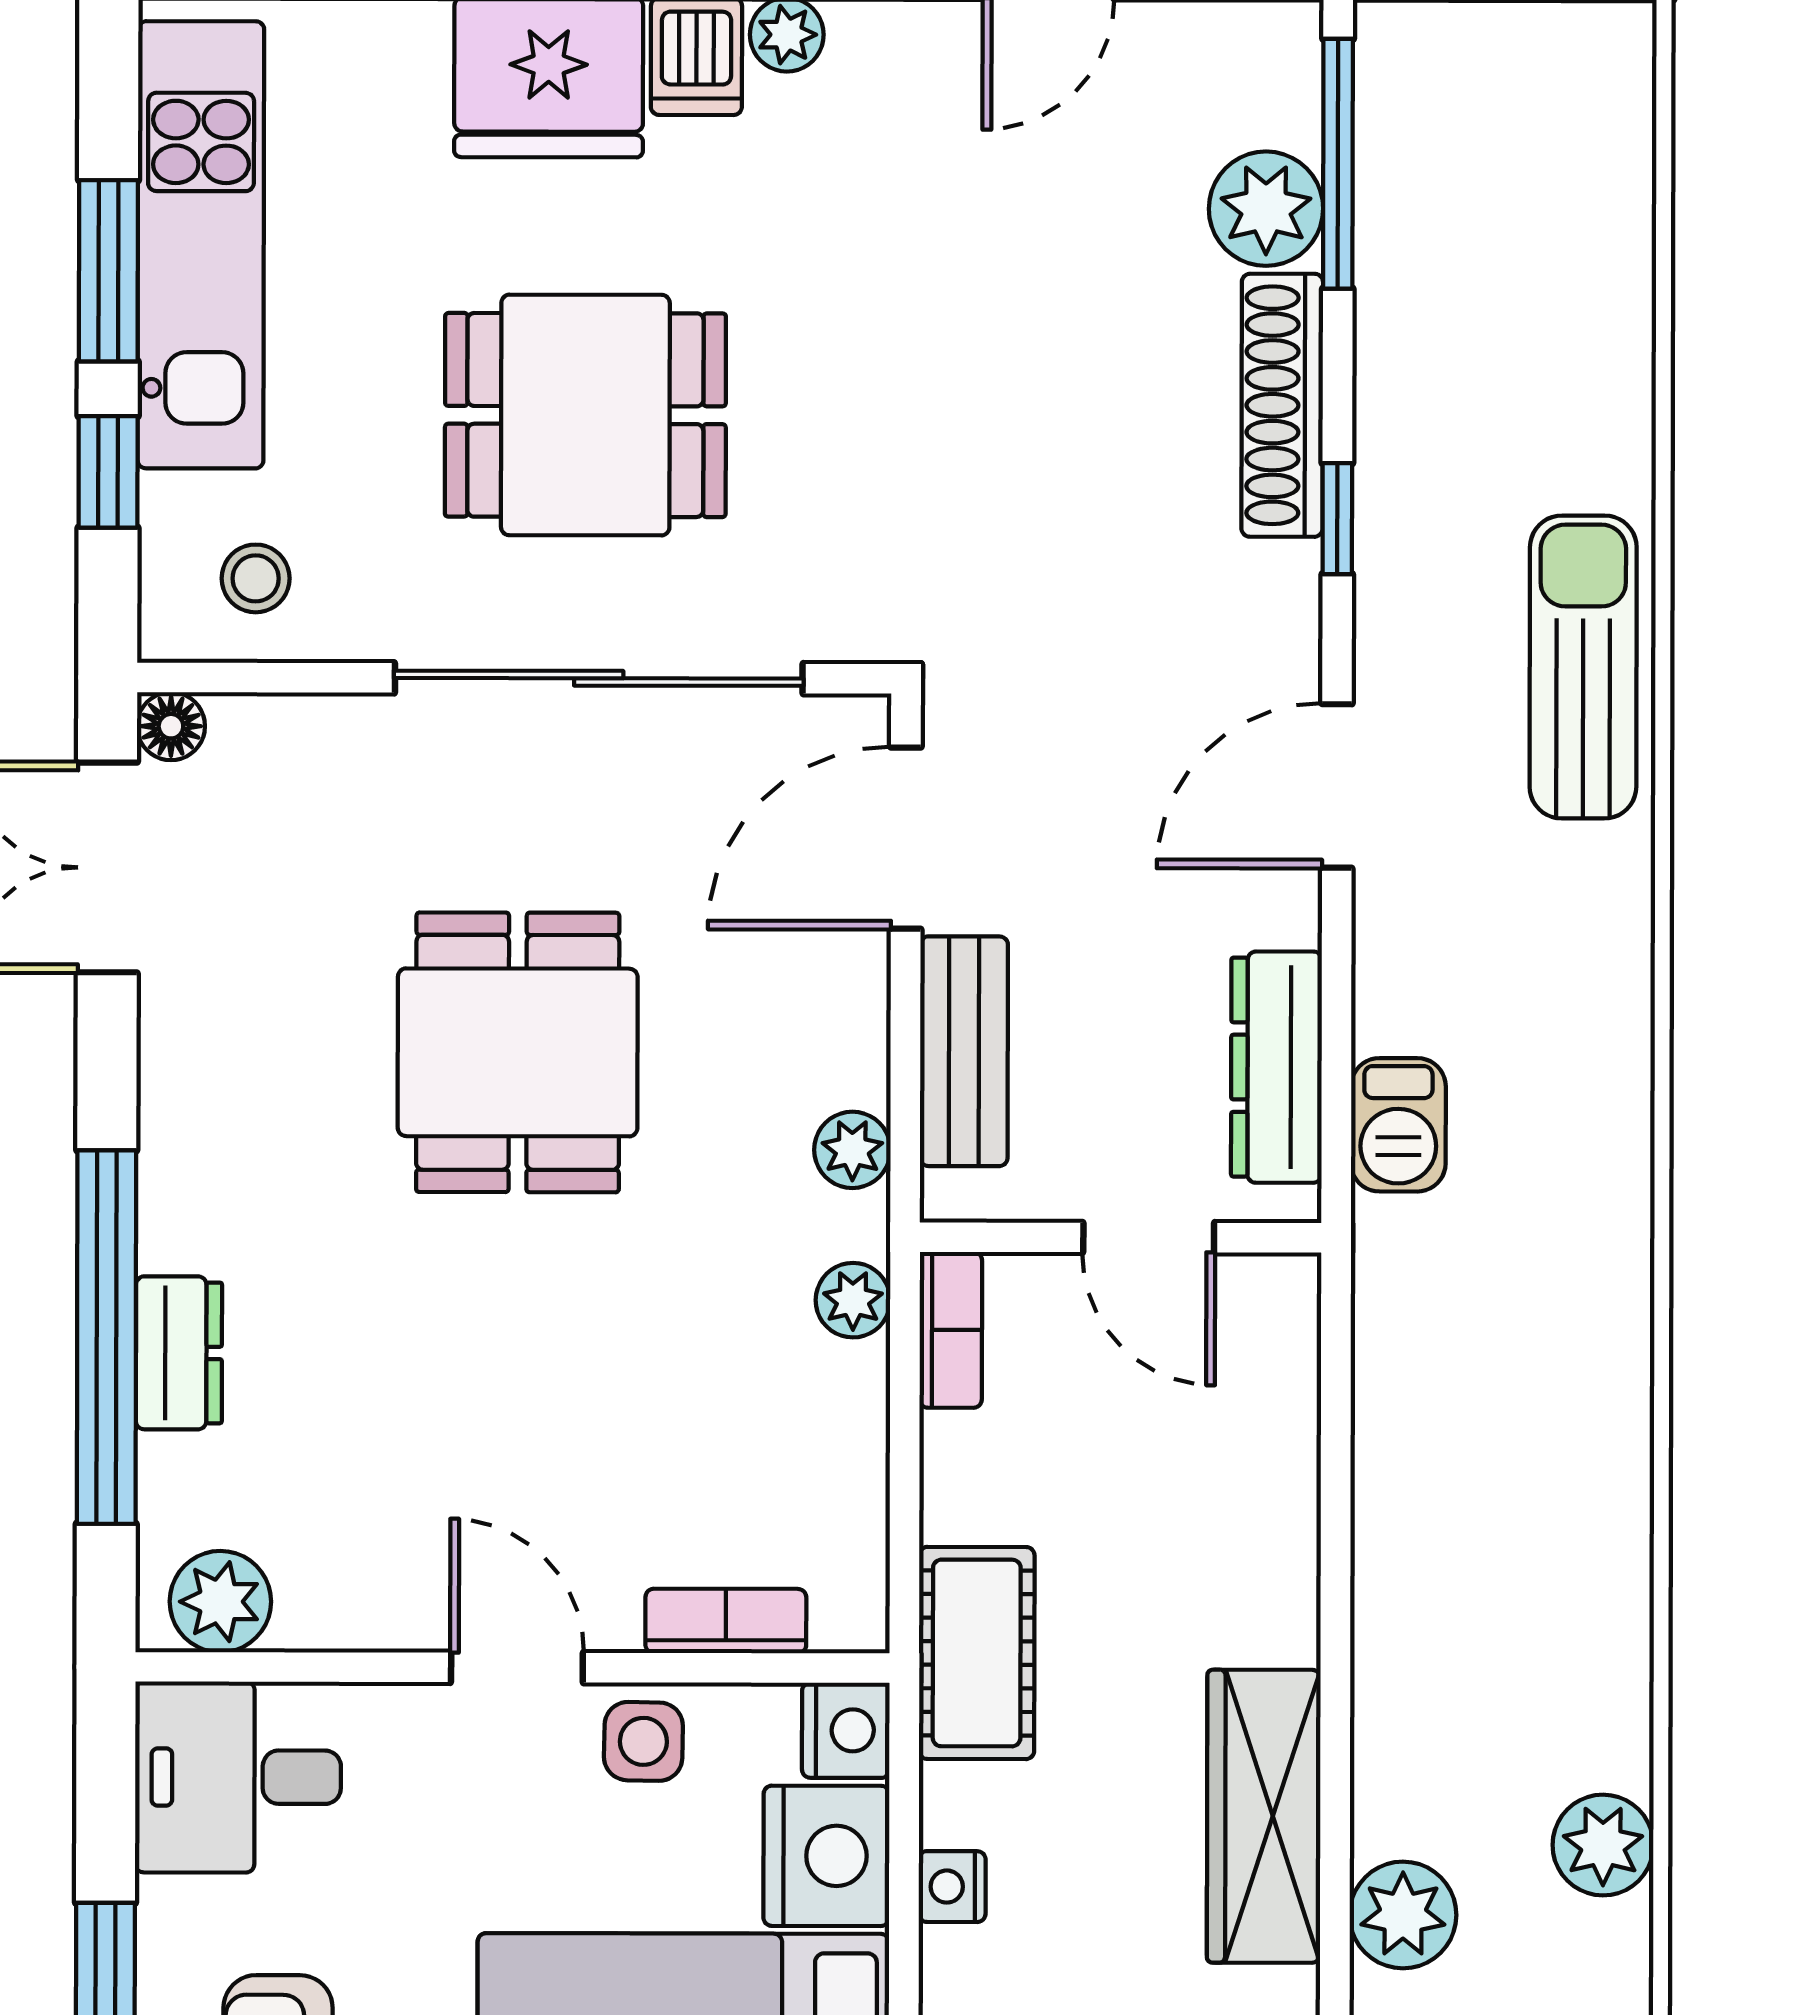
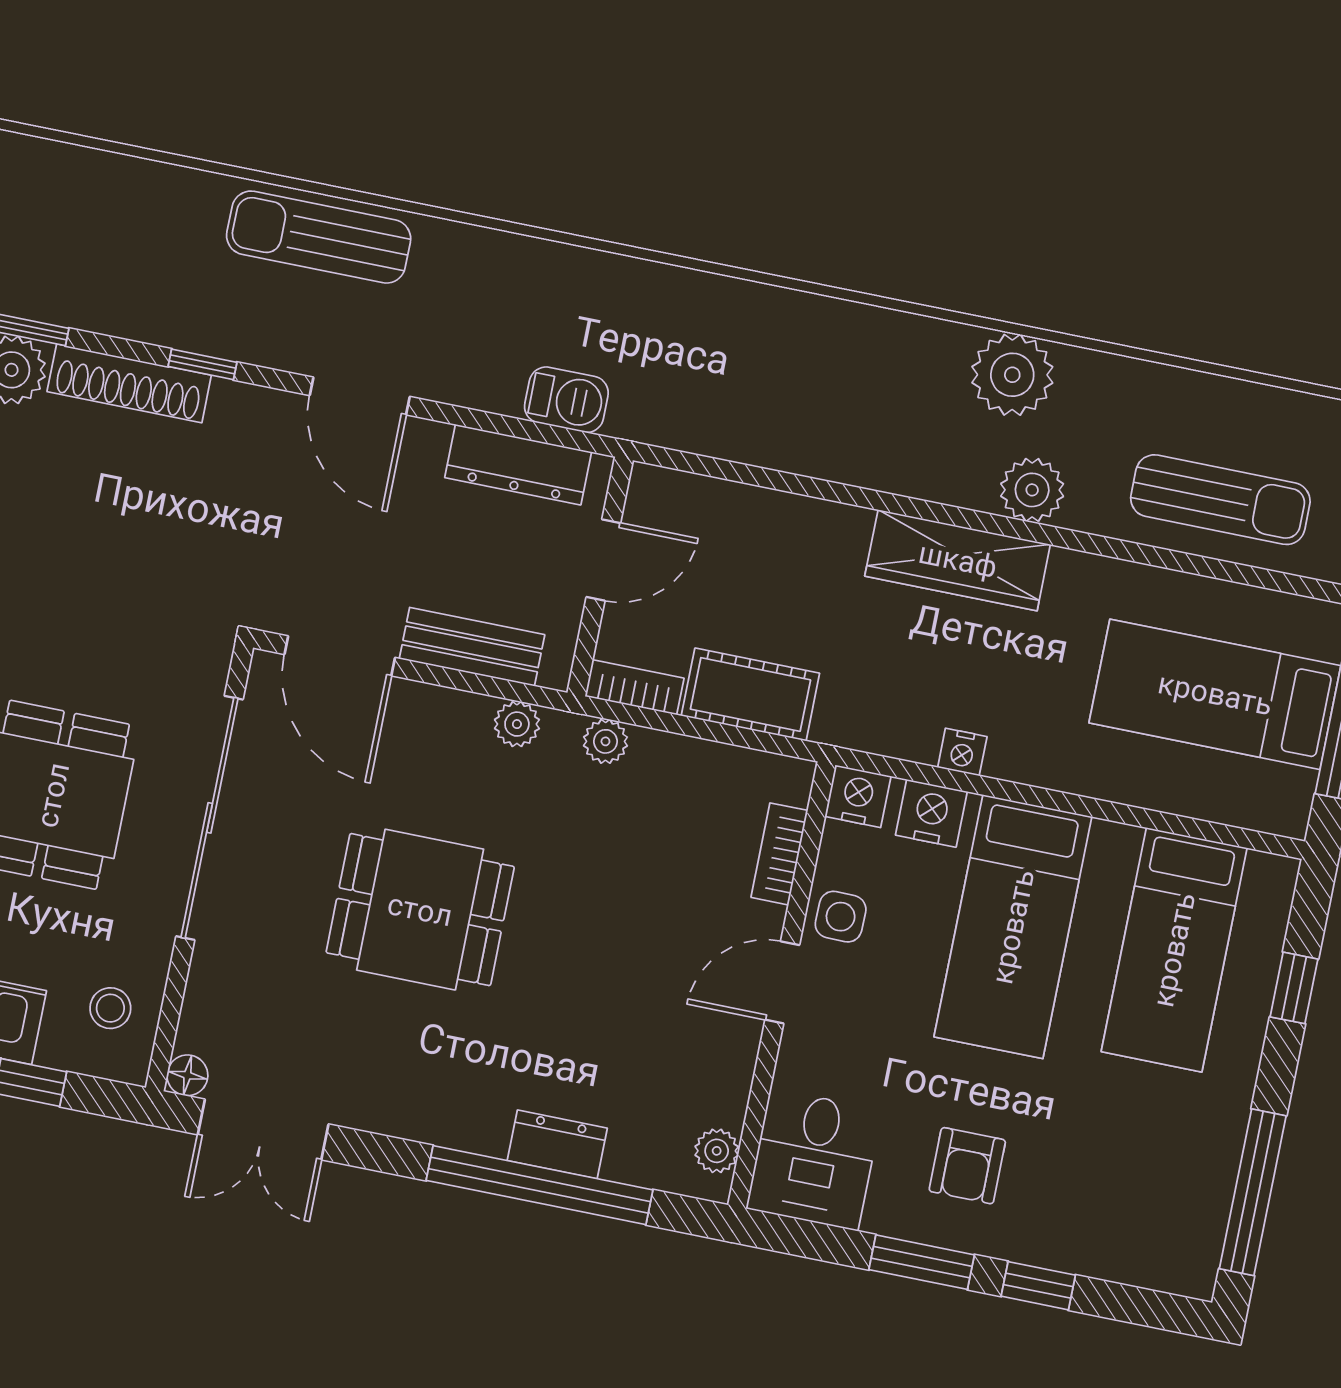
plant: (220, 1602) -> (717, 1151), width x0.73, depth x0.73
cot: (977, 1653) -> (750, 694), moved
plant: (1603, 1845) -> (1012, 375), width x1.36, depth x1.36
nightstand: (826, 1856) -> (931, 813), width x0.74, depth x0.75

